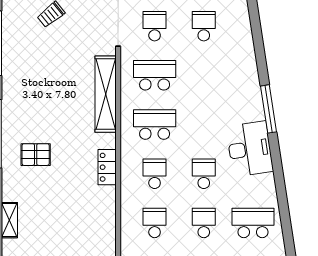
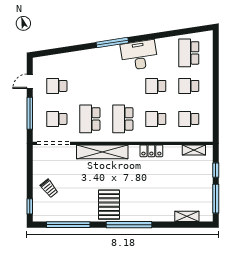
pallet: (36, 155) -> (109, 205), moved, width x1.50, depth x1.42
shelving: (108, 230) -> (194, 150), added

